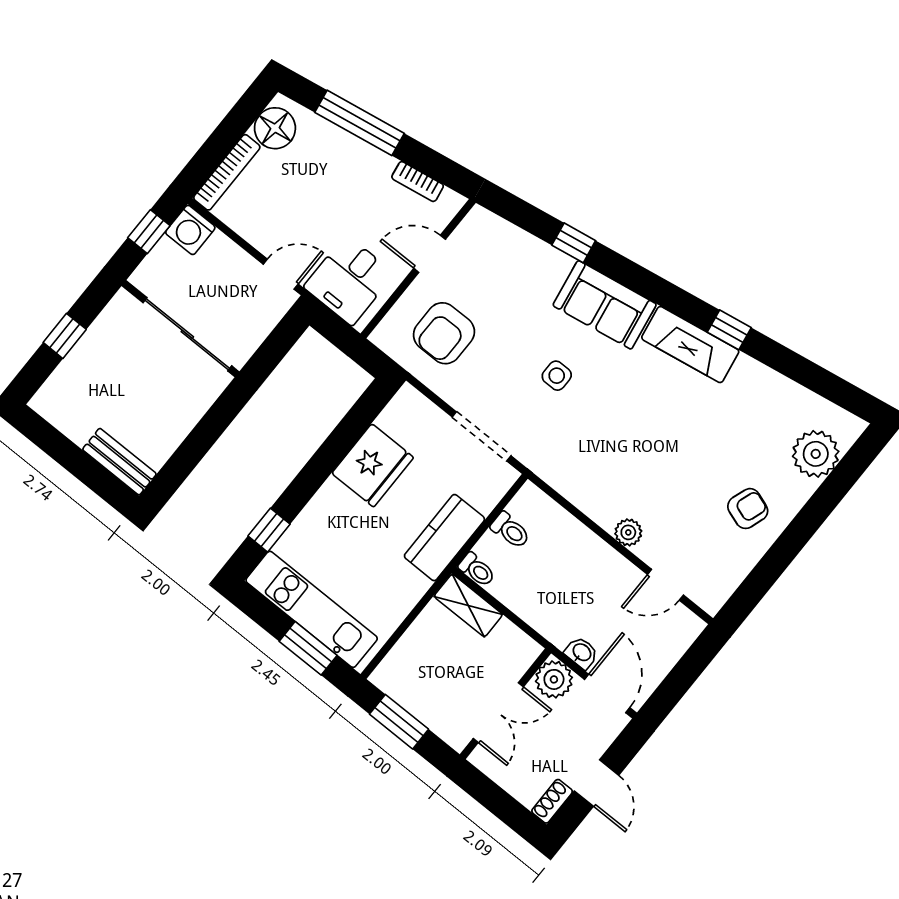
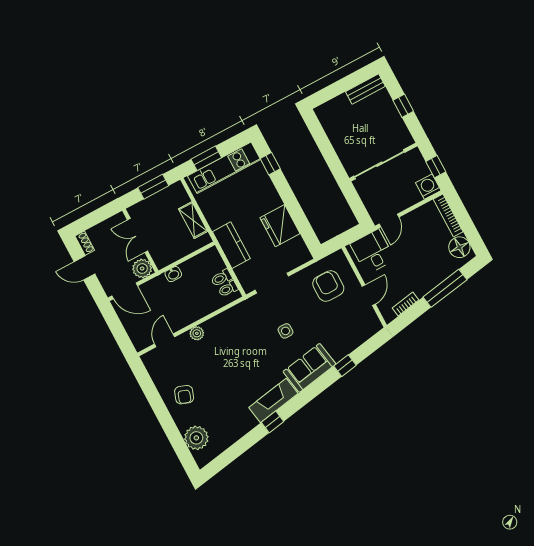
bench: (119, 462) -> (365, 89), moved
toilet: (477, 570) -> (228, 289), moved
shelving: (468, 605) -> (193, 220), moved, turned 90
washbasin: (582, 653) -> (173, 274), moved

